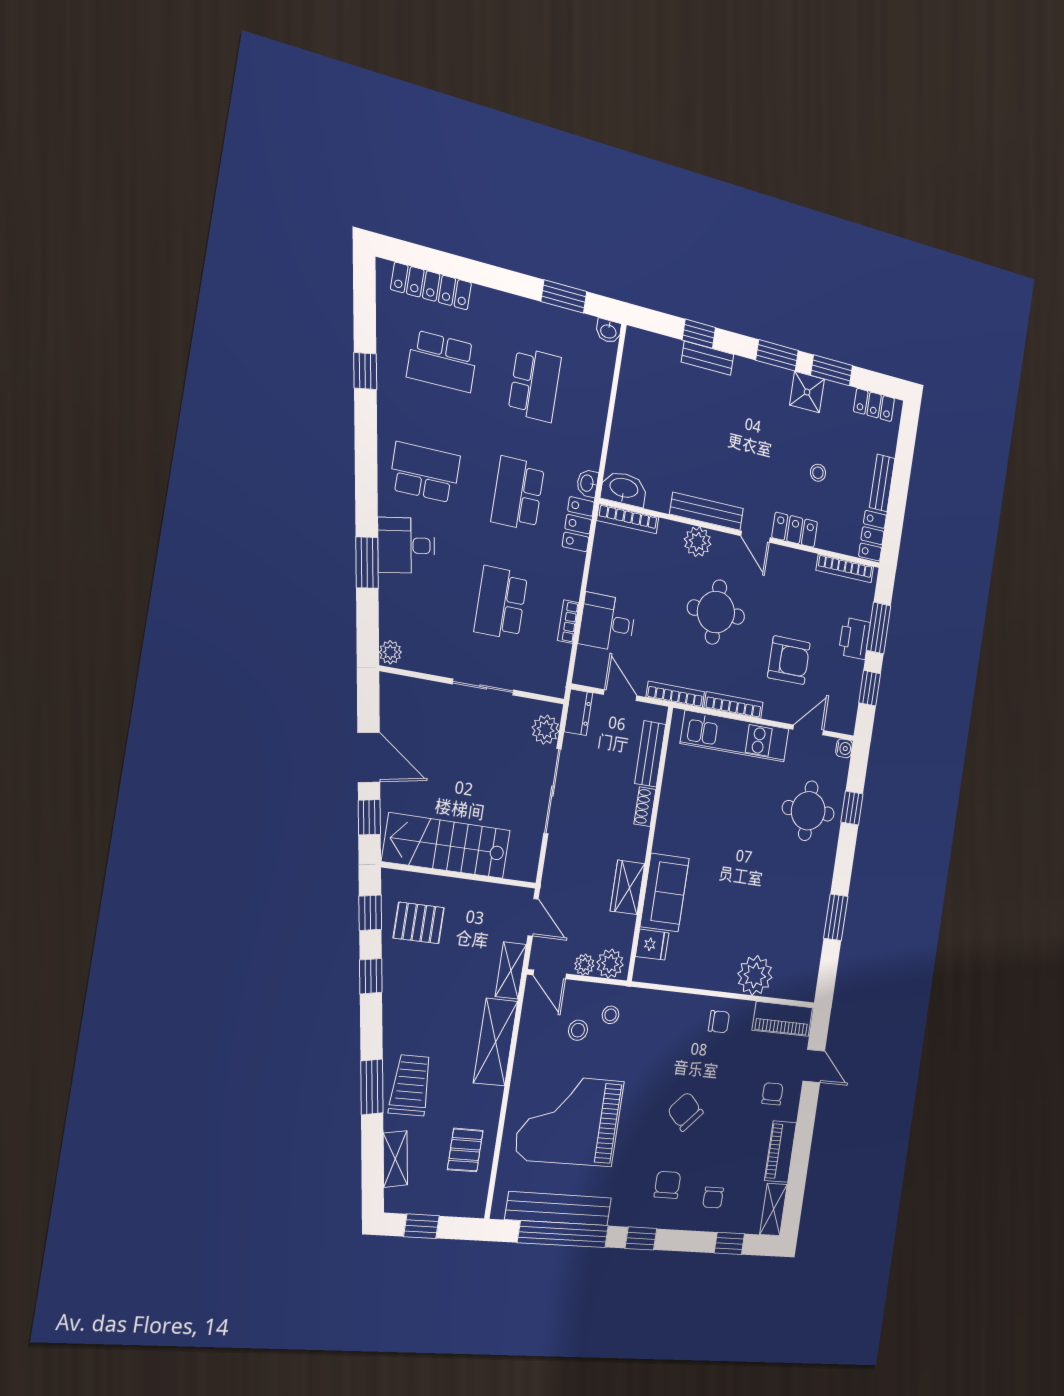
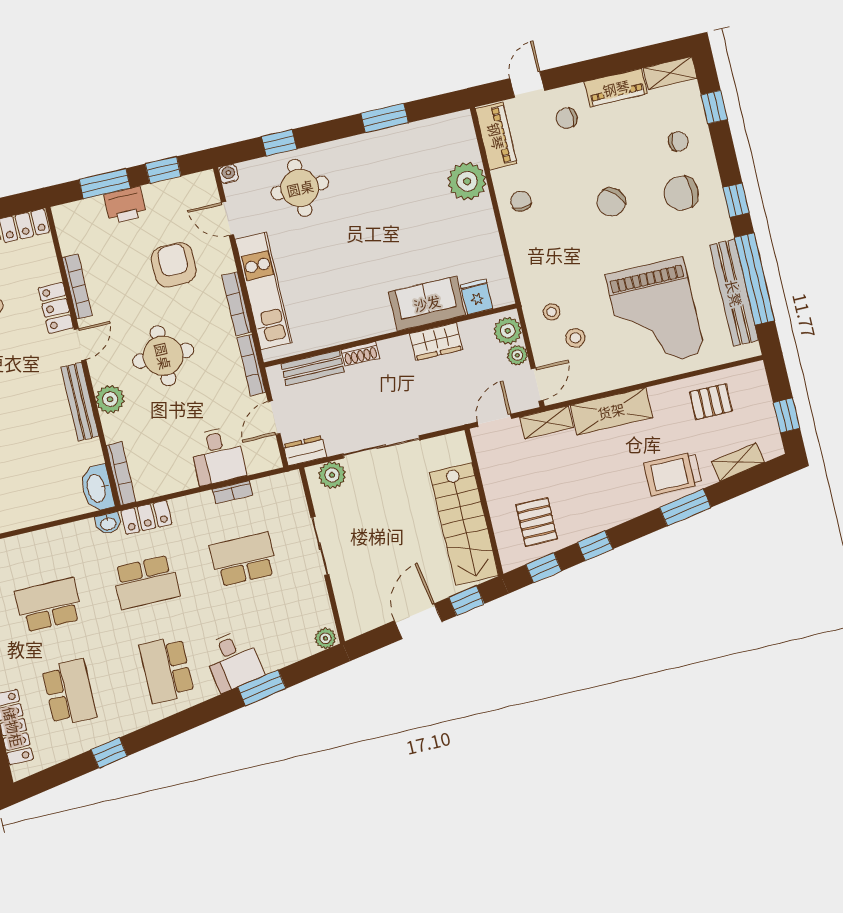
bookcase: (845, 568) -> (77, 287), moved
school desk: (501, 603) -> (243, 559), turned 180
chair: (667, 1185) -> (681, 193), width x1.37, depth x1.37

